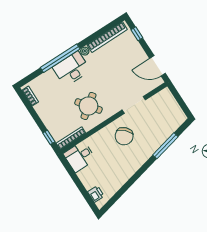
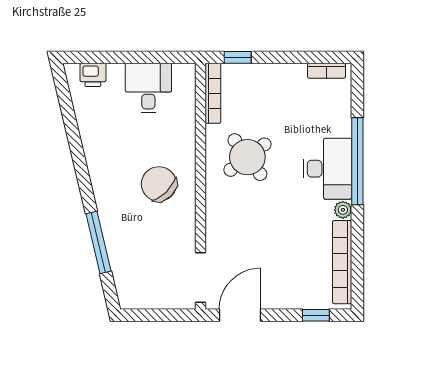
doorway: (134, 105) -> (201, 278), moved
desk: (80, 156) -> (148, 88), moved

